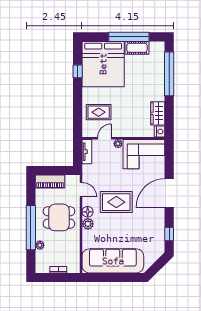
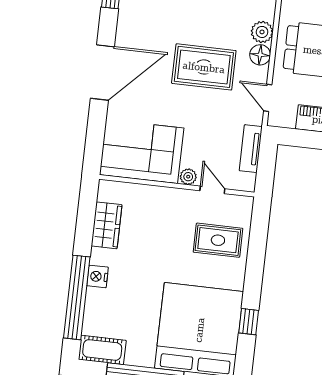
cot: (137, 48) -> (102, 350), moved
nightstand: (159, 132) -> (97, 276), moved
door: (104, 138) -> (212, 190), swing flipped
tv unit: (87, 152) -> (251, 149), moved

